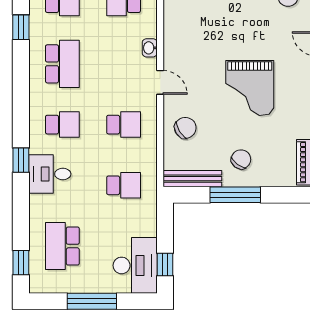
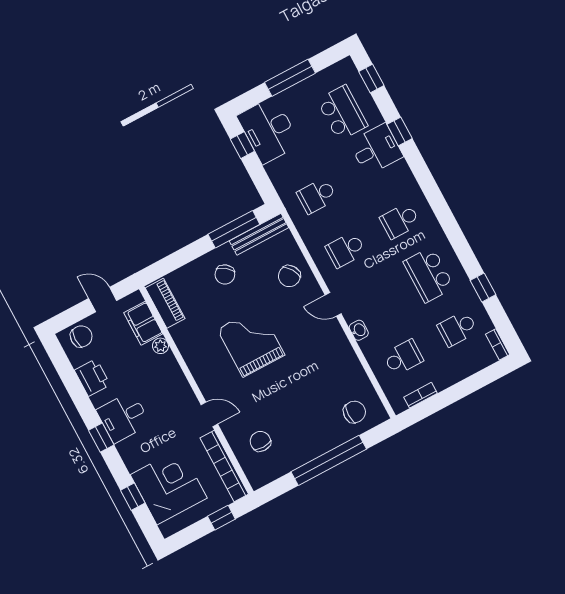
window: (21, 160) -> (400, 131), moved
desk: (50, 174) -> (376, 149), moved
window: (235, 195) -> (234, 229), moved

